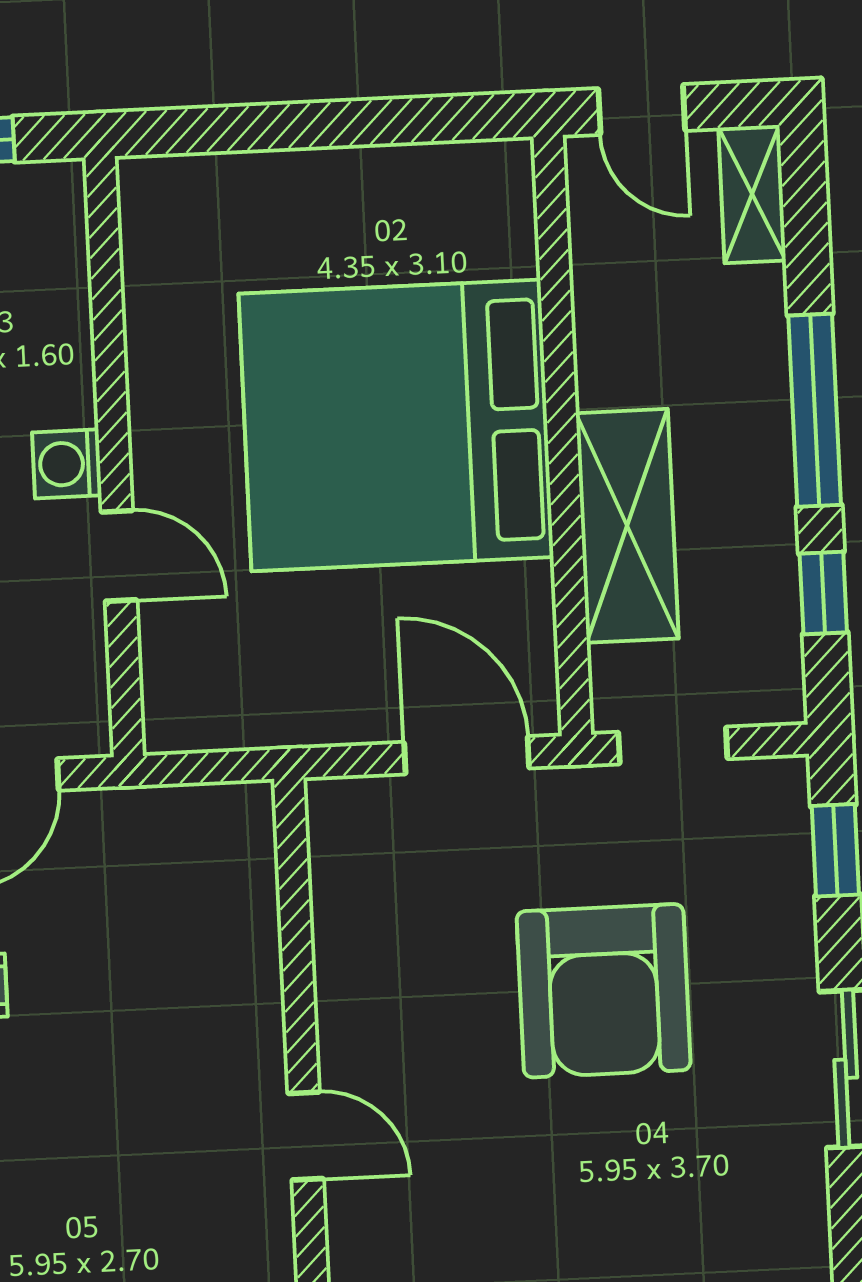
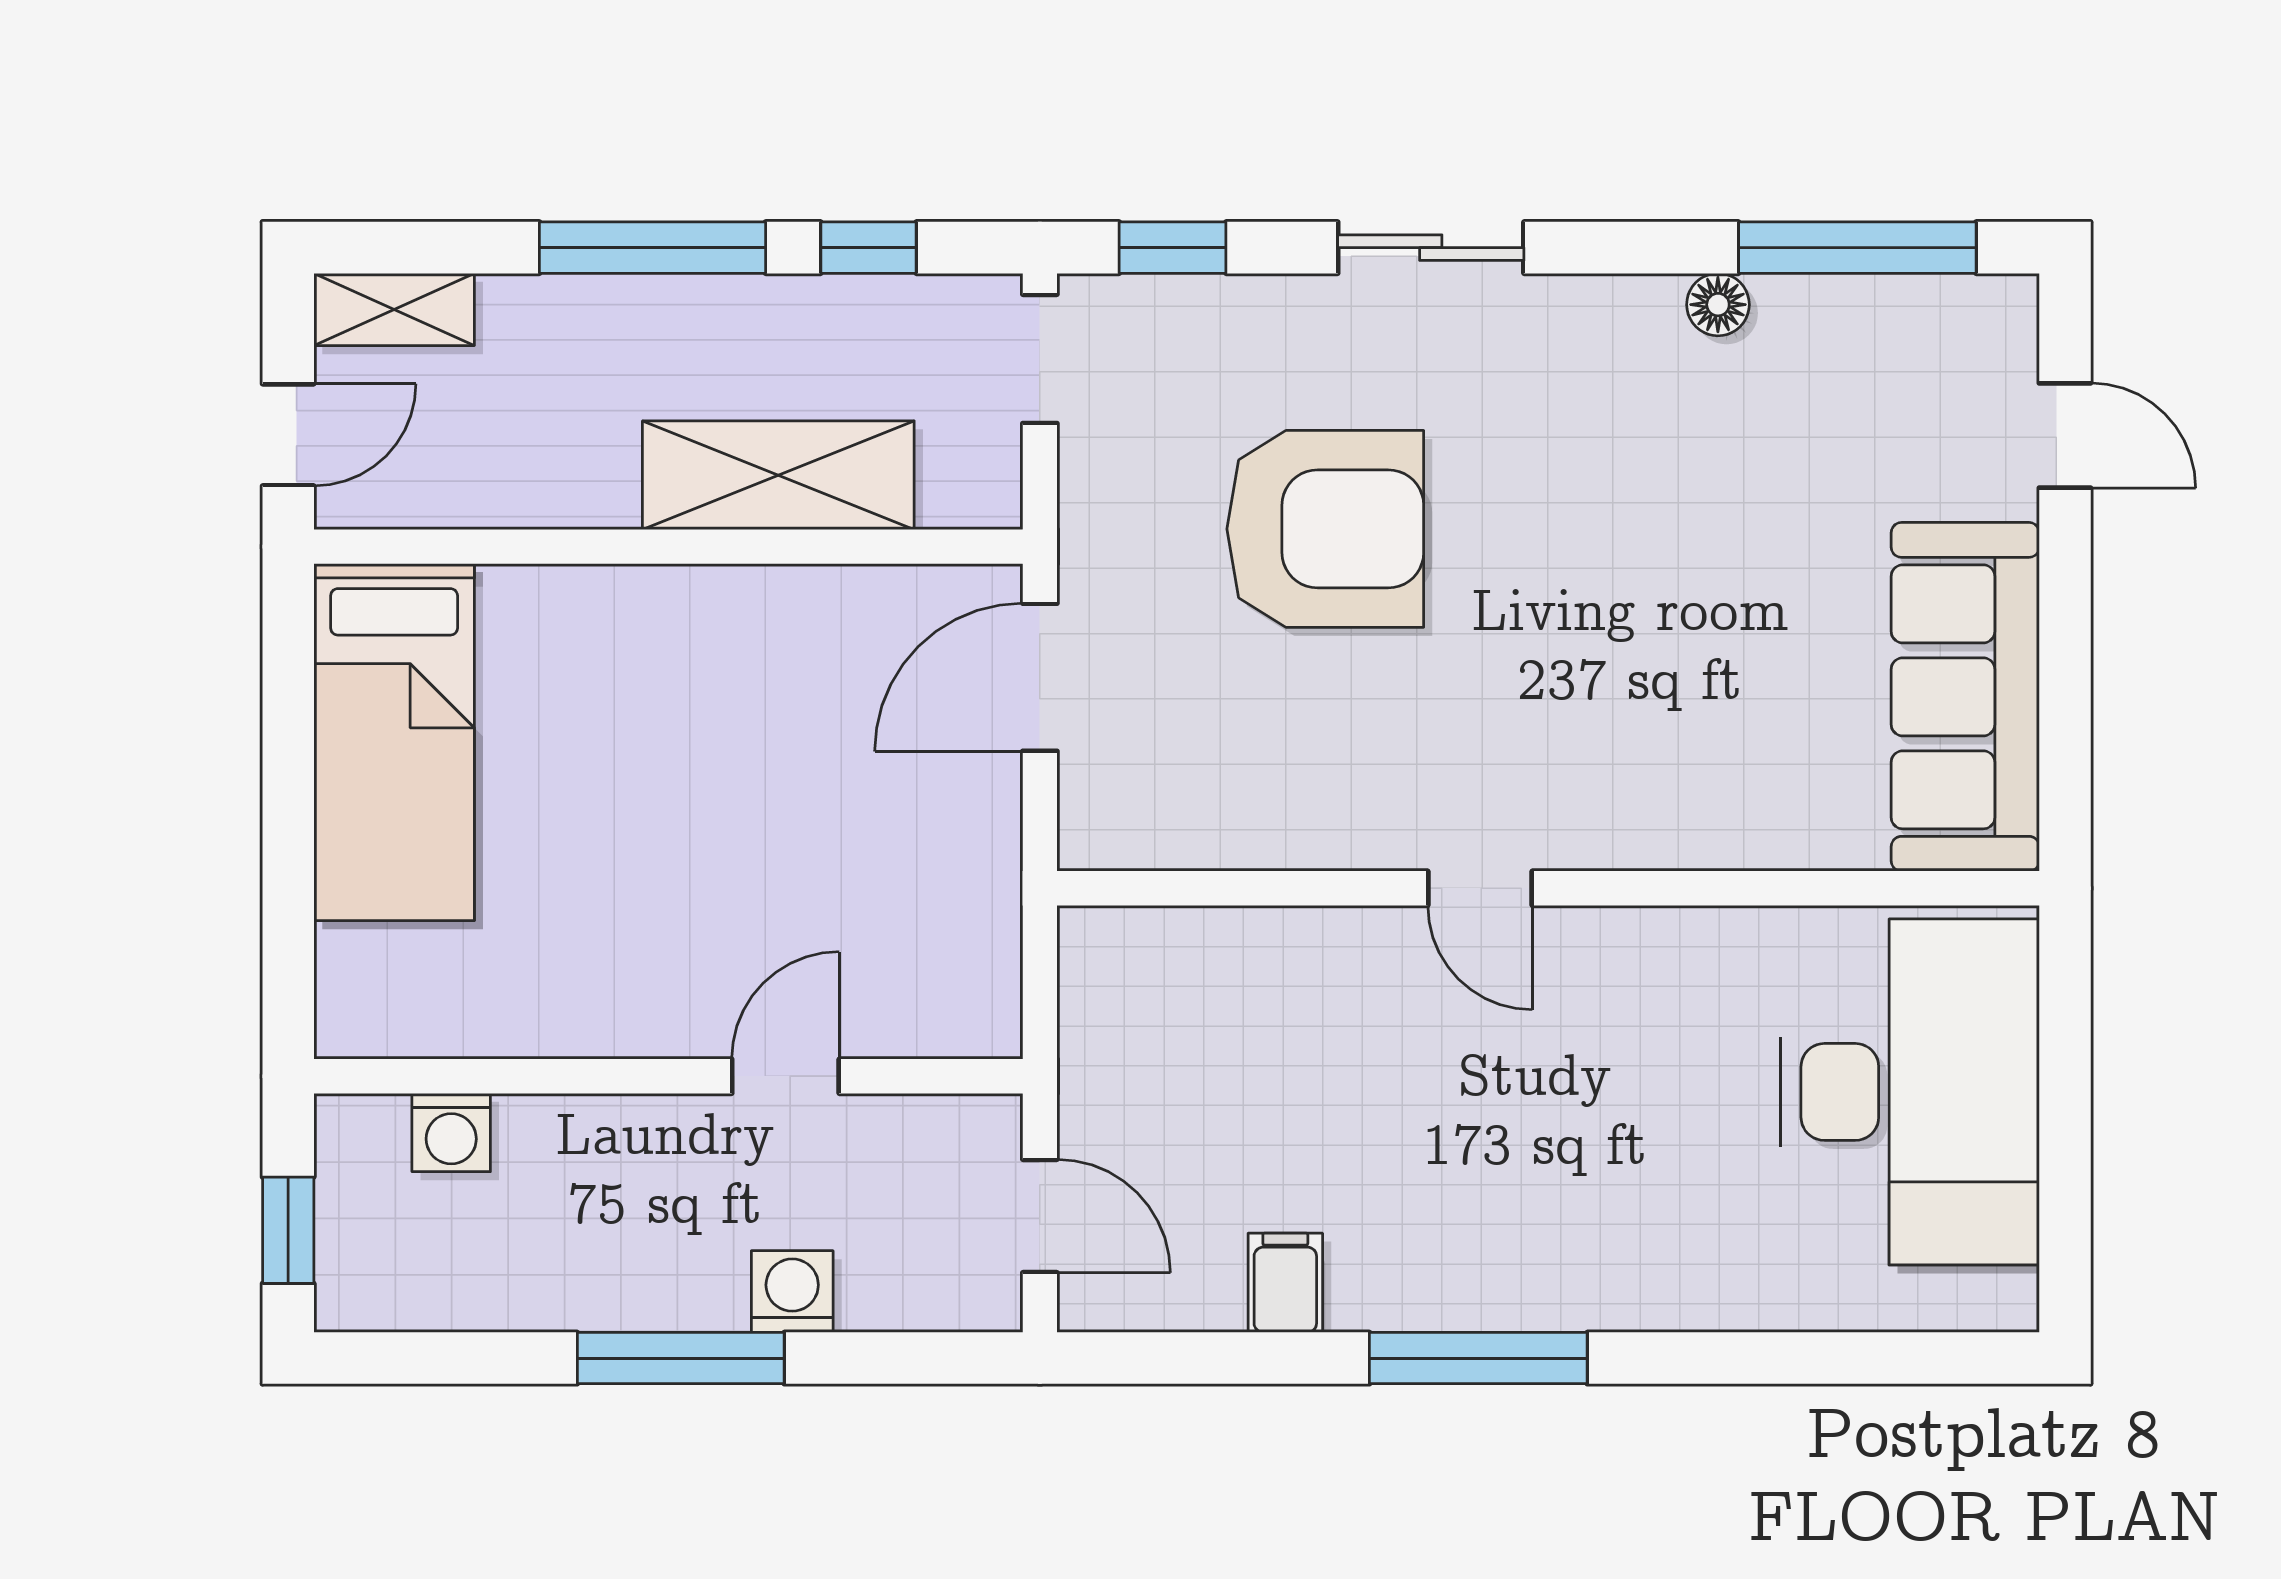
bed: (396, 425) -> (394, 742), moved, width x0.49
washing machine: (67, 464) -> (451, 1133), moved
doorway: (673, 745) -> (1040, 359), moved
door: (306, 1136) -> (1480, 888), swing flipped

